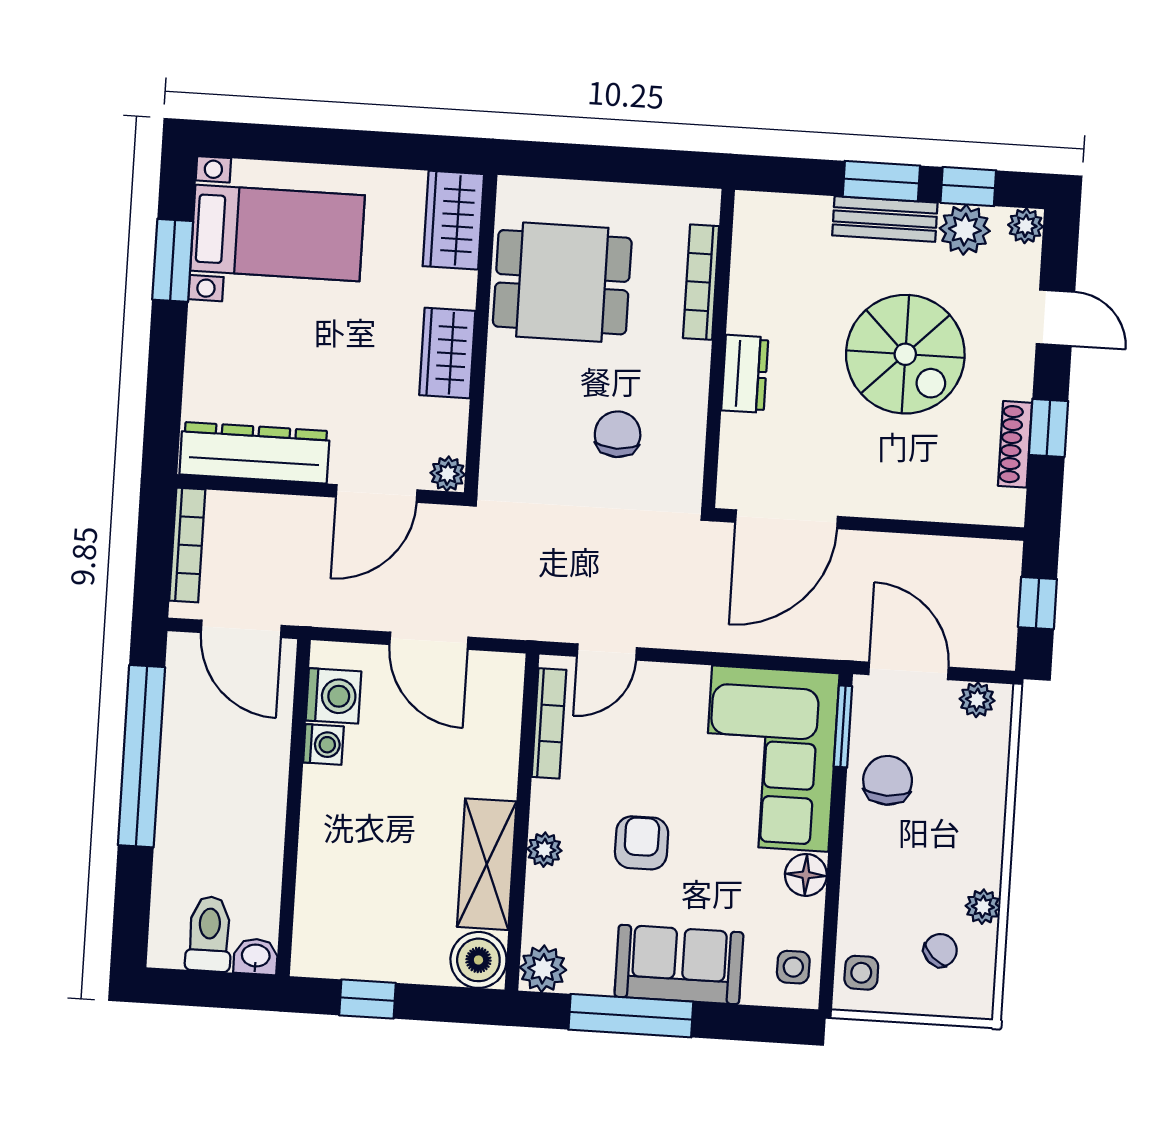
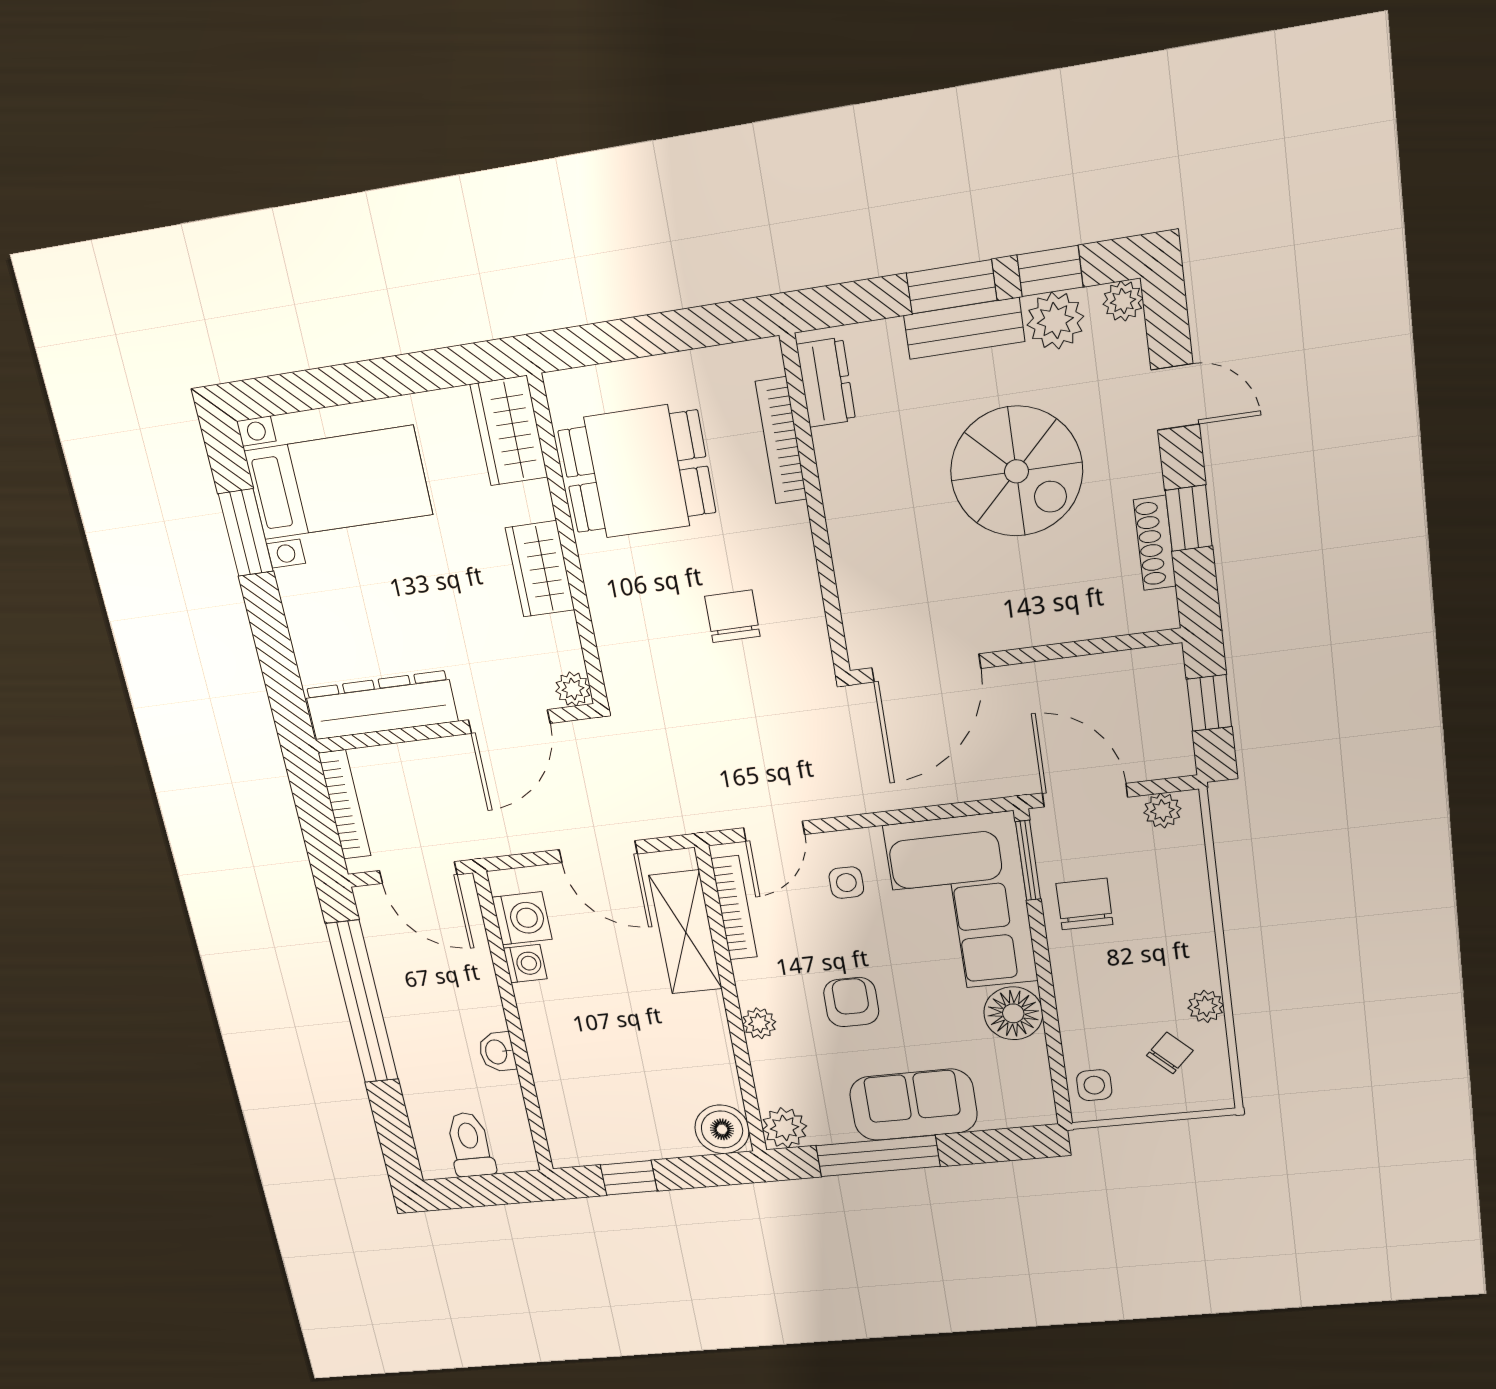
dresser: (745, 374) -> (826, 382), moved
shelving: (487, 864) -> (686, 932), moved
floor lamp: (806, 875) -> (1013, 1013), width x1.38, depth x1.38
washbasin: (256, 957) -> (497, 1052), moved, turned -90
side table: (793, 967) -> (846, 883), moved

